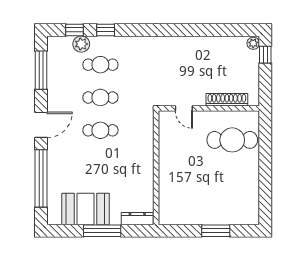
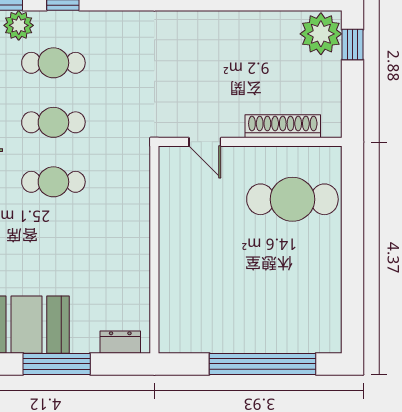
plant: (253, 43) -> (321, 34), width x1.87, depth x1.87
dresser: (137, 219) -> (120, 342), width x0.70
window: (216, 231) -> (263, 364), width x2.11

